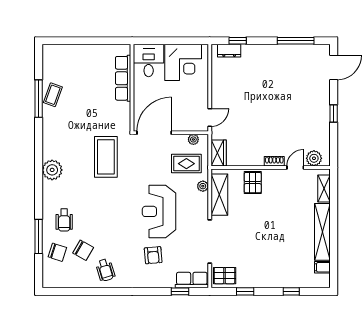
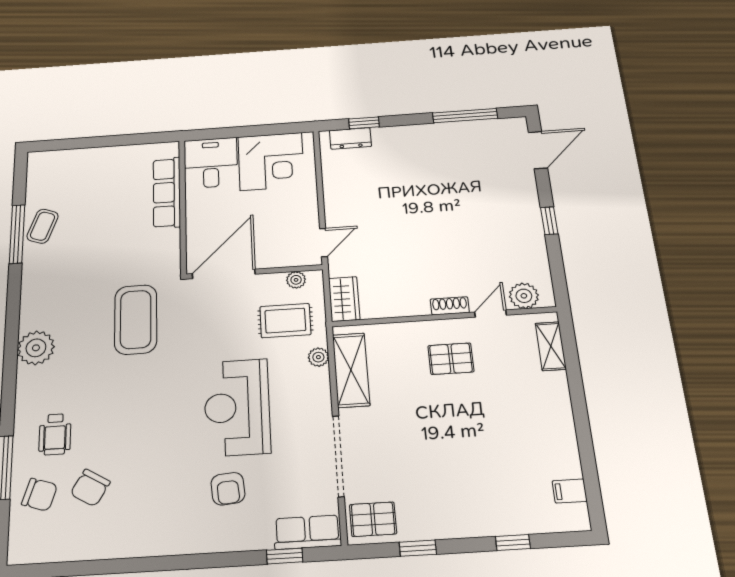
pallet: (253, 183) -> (451, 359), moved, turned 90
shelving: (322, 232) -> (559, 424), removed
chair: (83, 250) -> (90, 488), turned 91
wheelchair: (105, 270) -> (133, 523), removed

